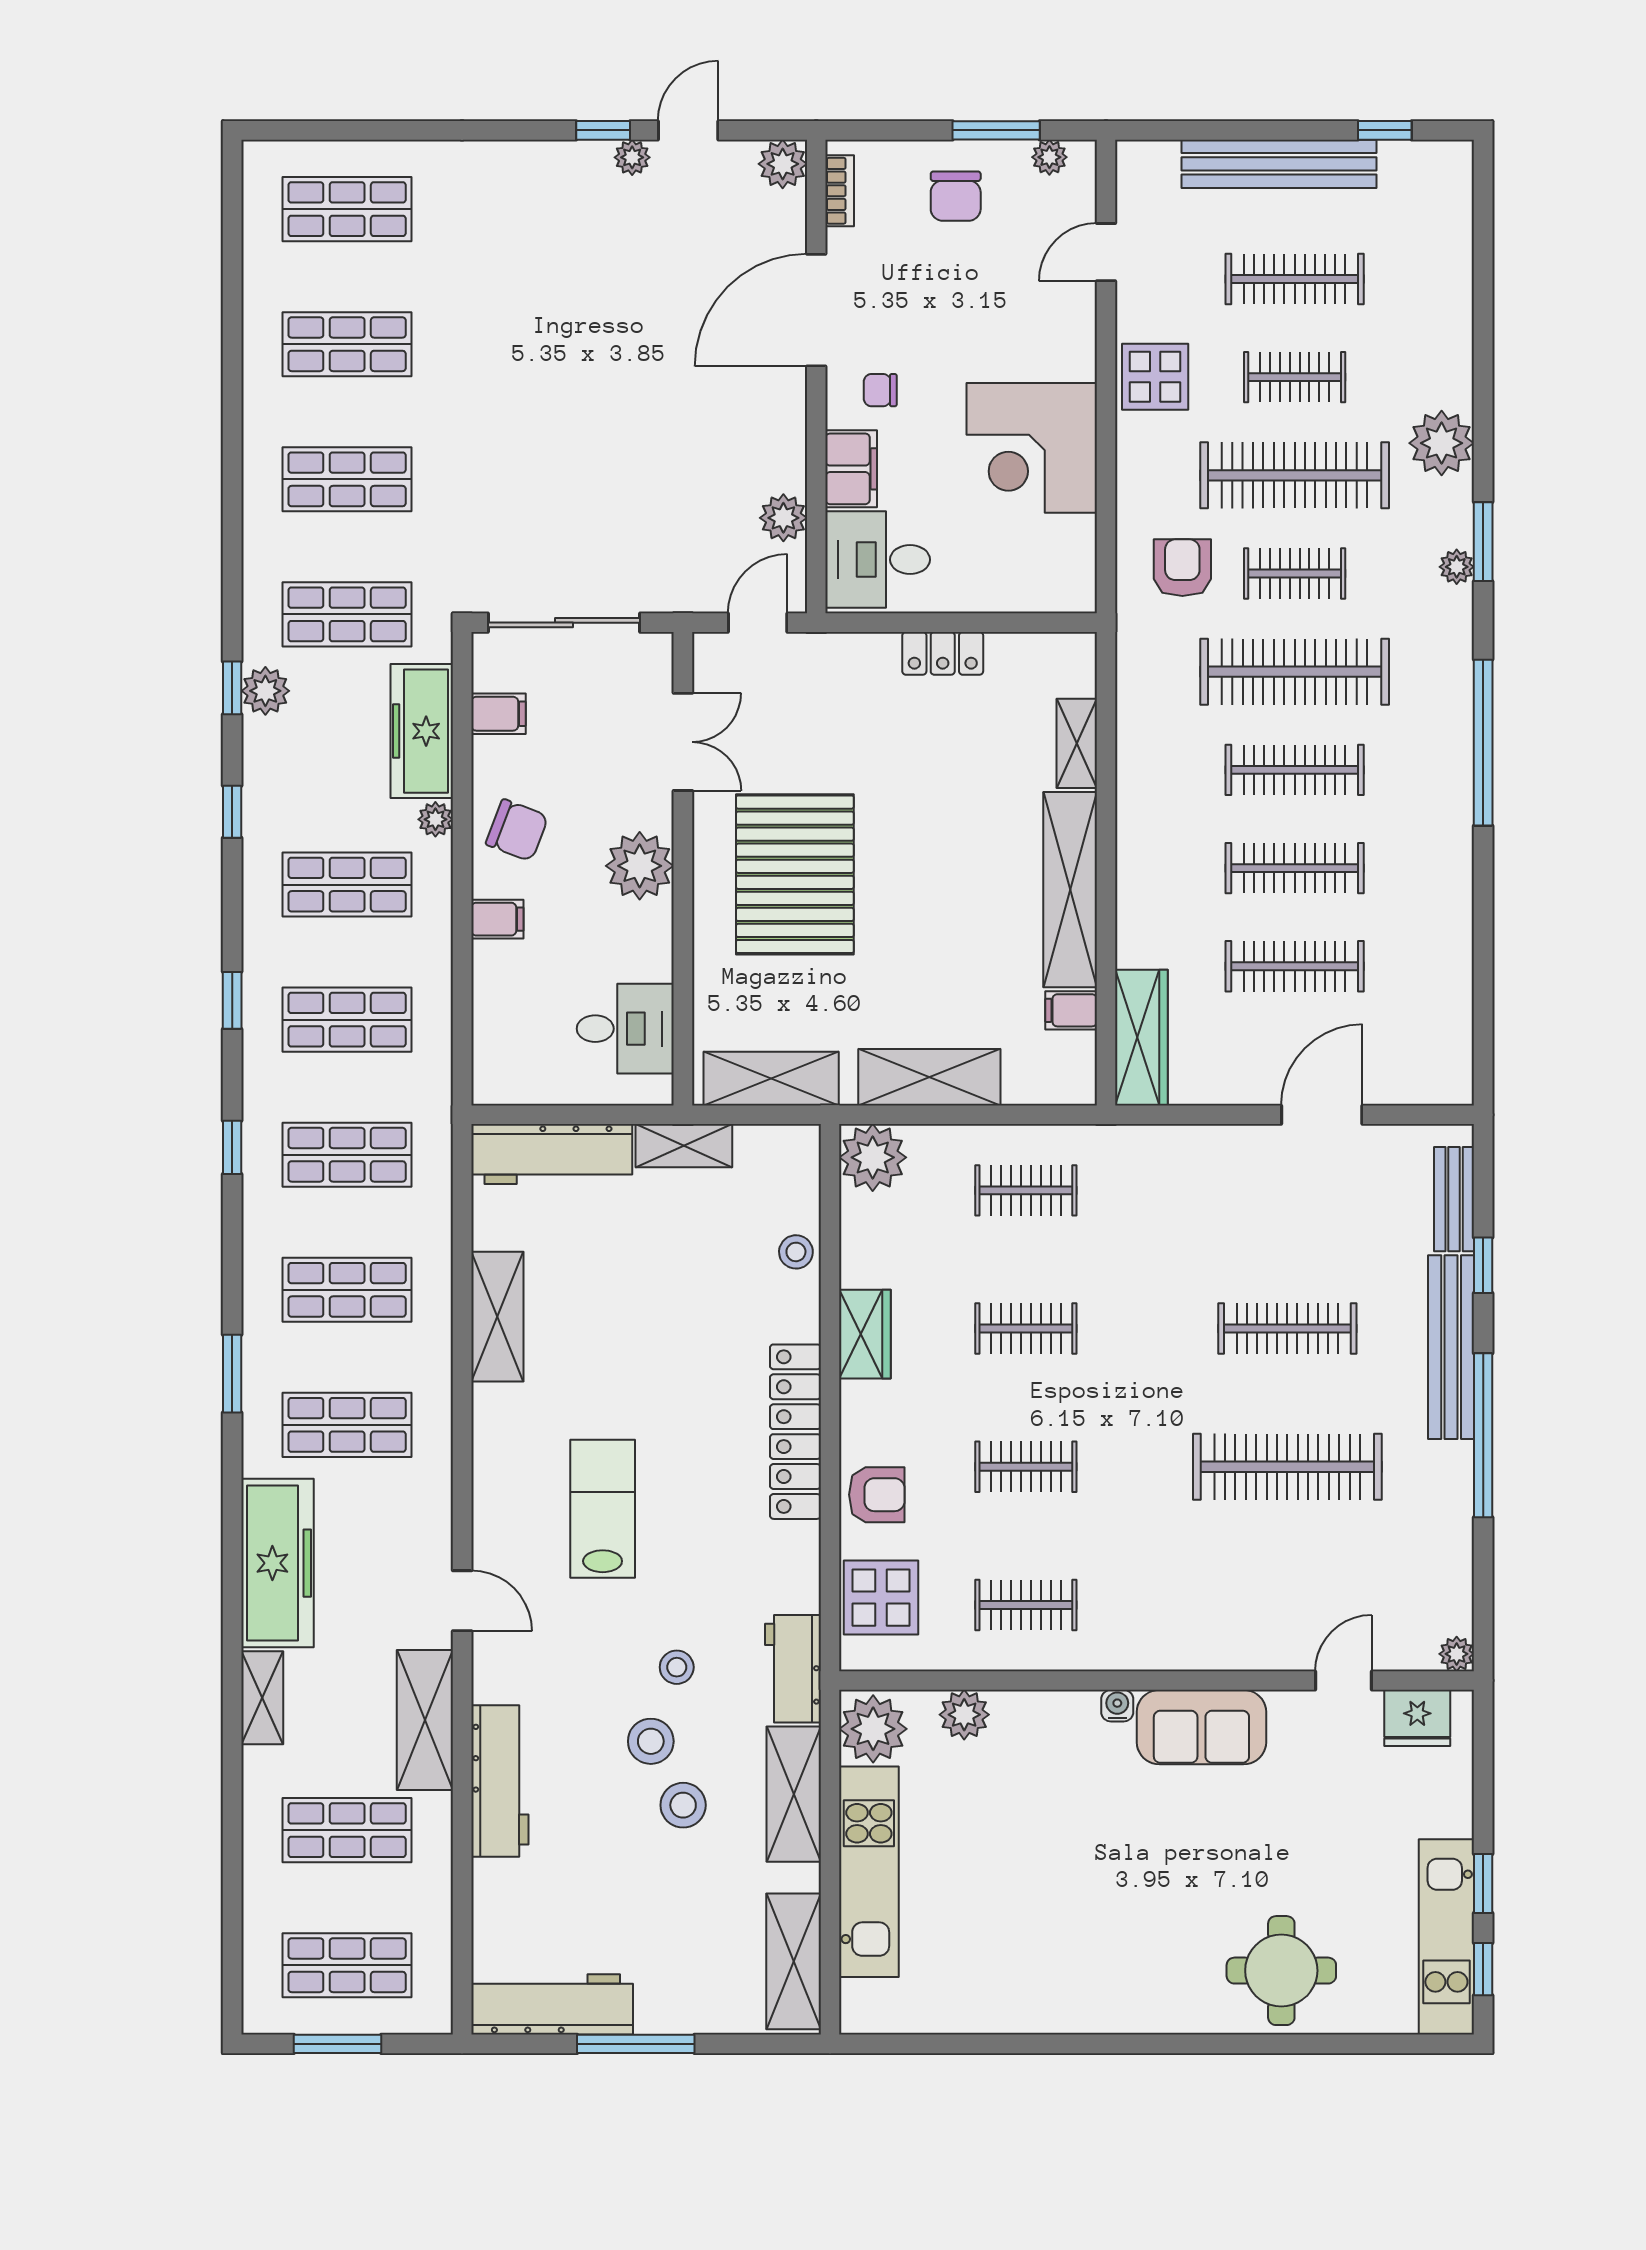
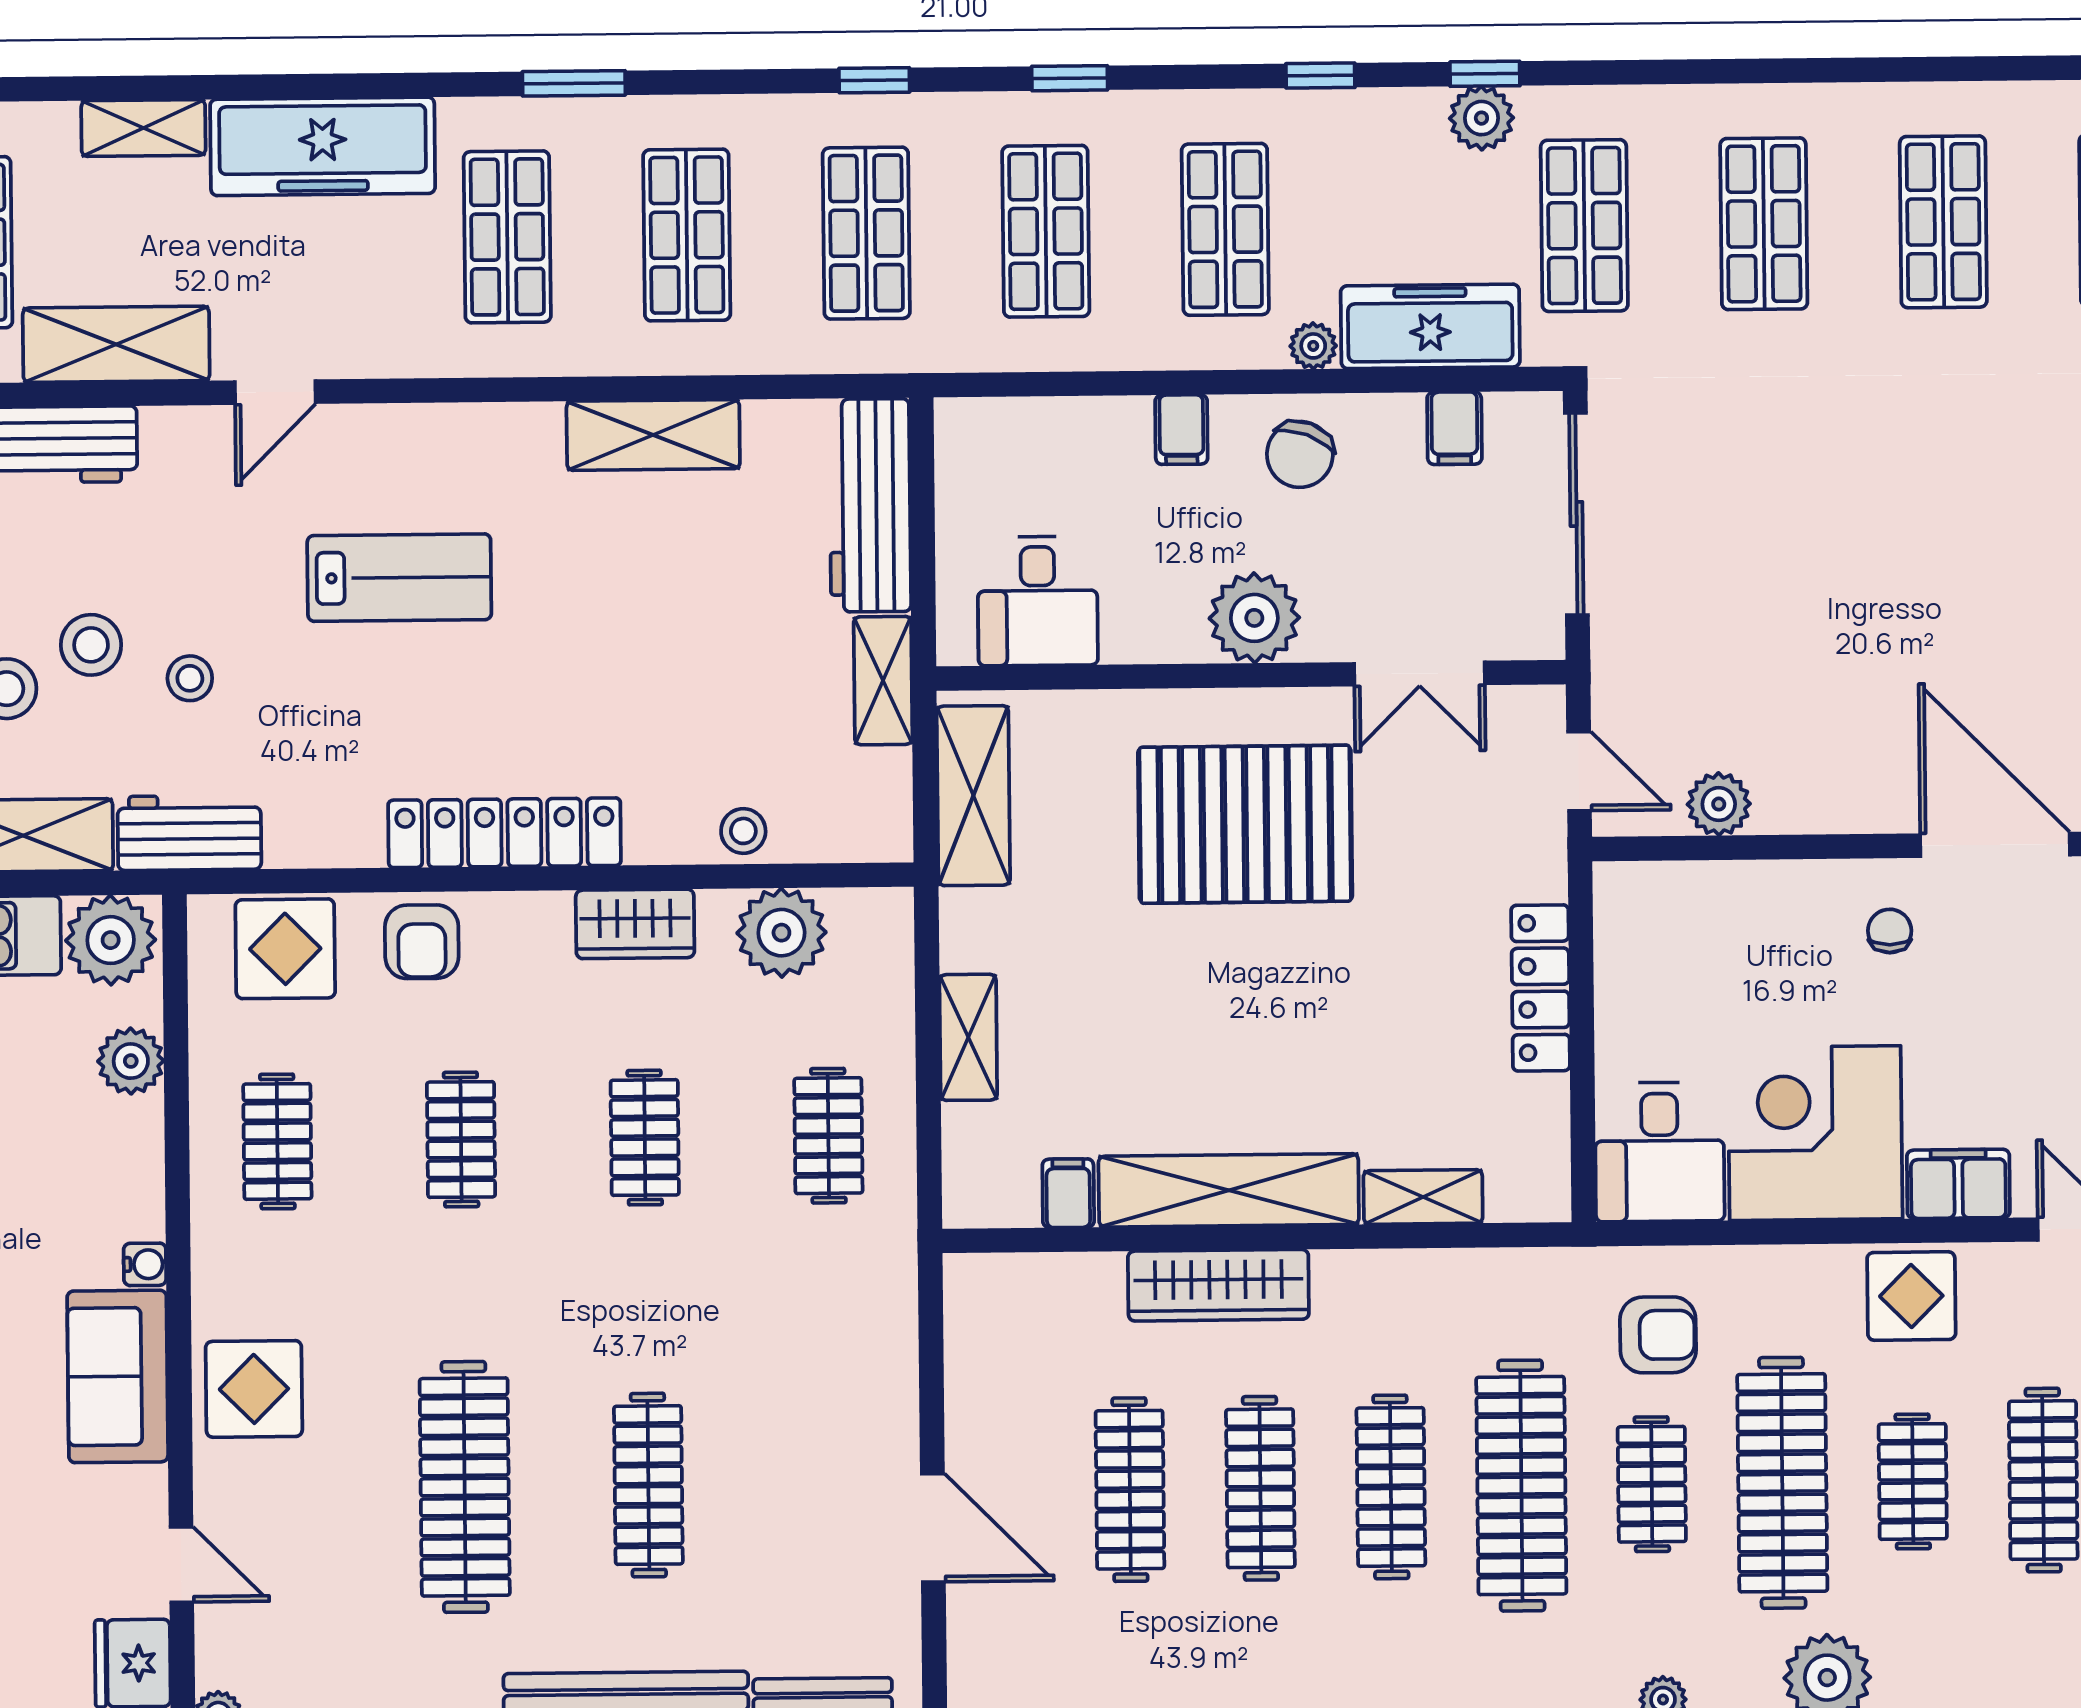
filing cabinet: (851, 469) -> (1958, 1184), moved, turned 180
desk: (878, 560) -> (1660, 1152), moved, turned 180
locker: (943, 653) -> (1541, 988), width x1.53
wardrobe: (1141, 1038) -> (1218, 1285), moved
shelving: (929, 1077) -> (968, 1037), width x0.67, depth x0.75
plant: (873, 1157) -> (781, 933), moved
display table: (1212, 1625) -> (254, 1389), added

